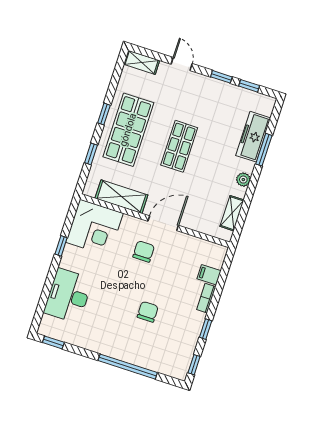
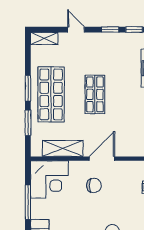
window: (104, 114) -> (28, 88), width x1.50
window: (91, 154) -> (28, 123), width x1.50
window: (61, 246) -> (28, 202), width x2.17
chair: (144, 251) -> (94, 185), turned 90

